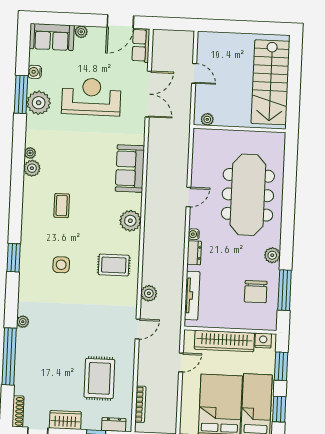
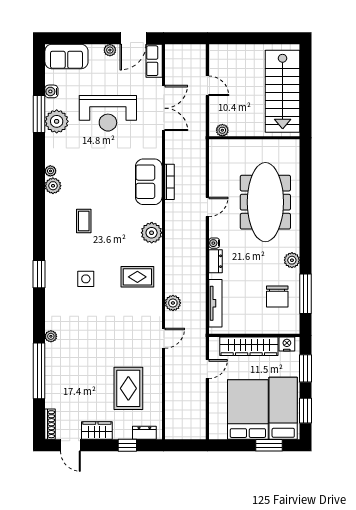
plant: (81, 32) -> (110, 50), moved
reception desk: (91, 97) -> (108, 113), turned 180
bookcase: (140, 404) -> (170, 182), moved

